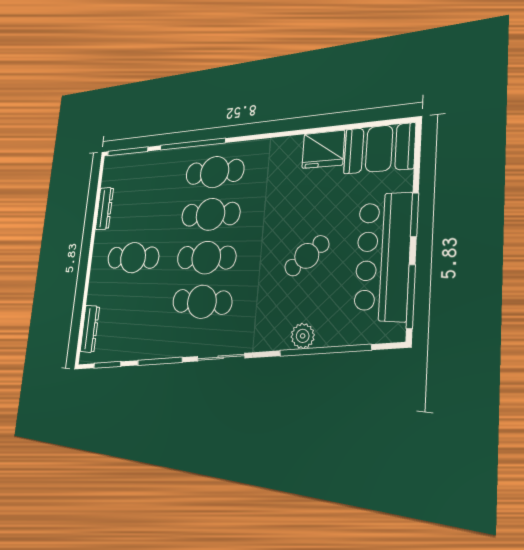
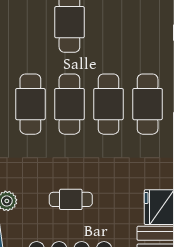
cafe table: (307, 256) -> (71, 199), turned -50

